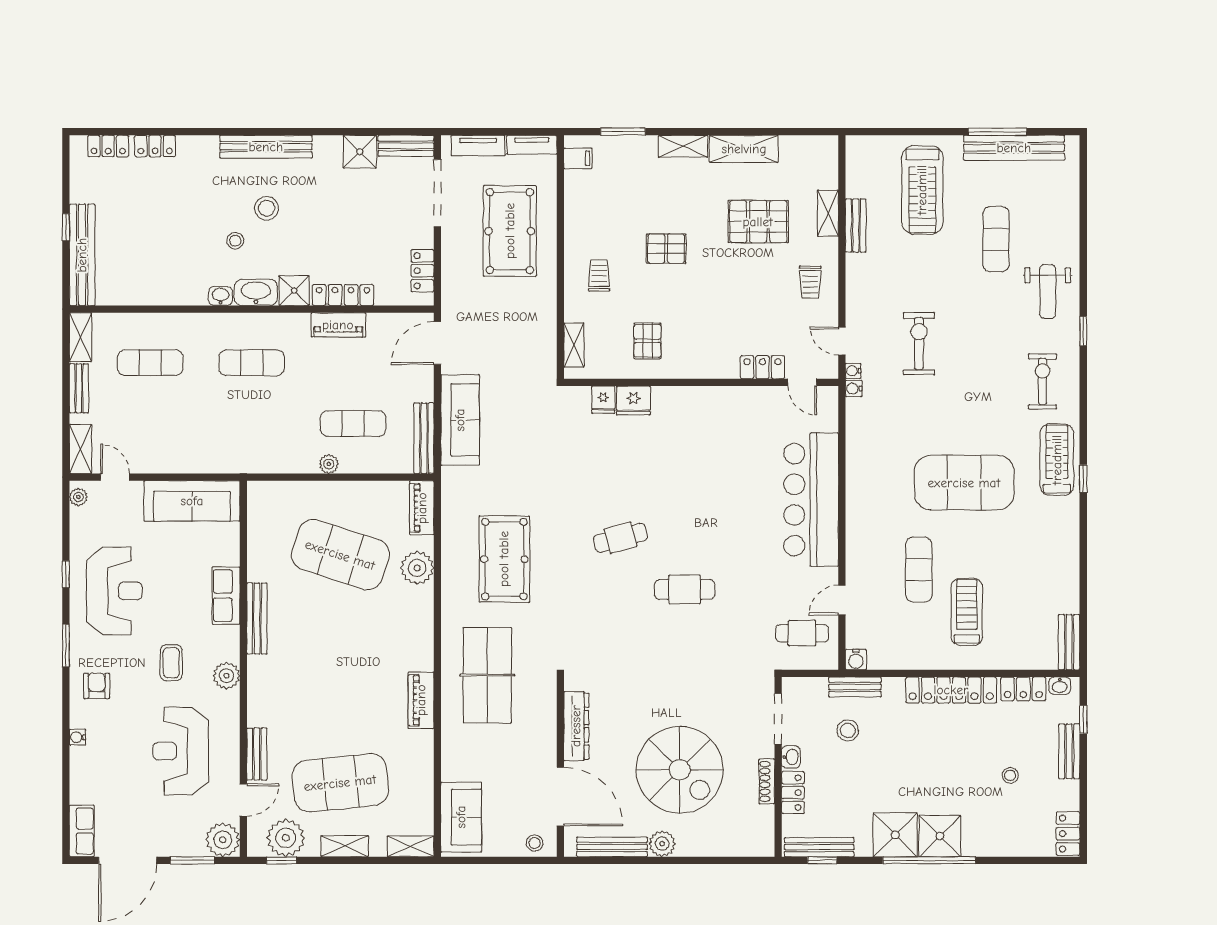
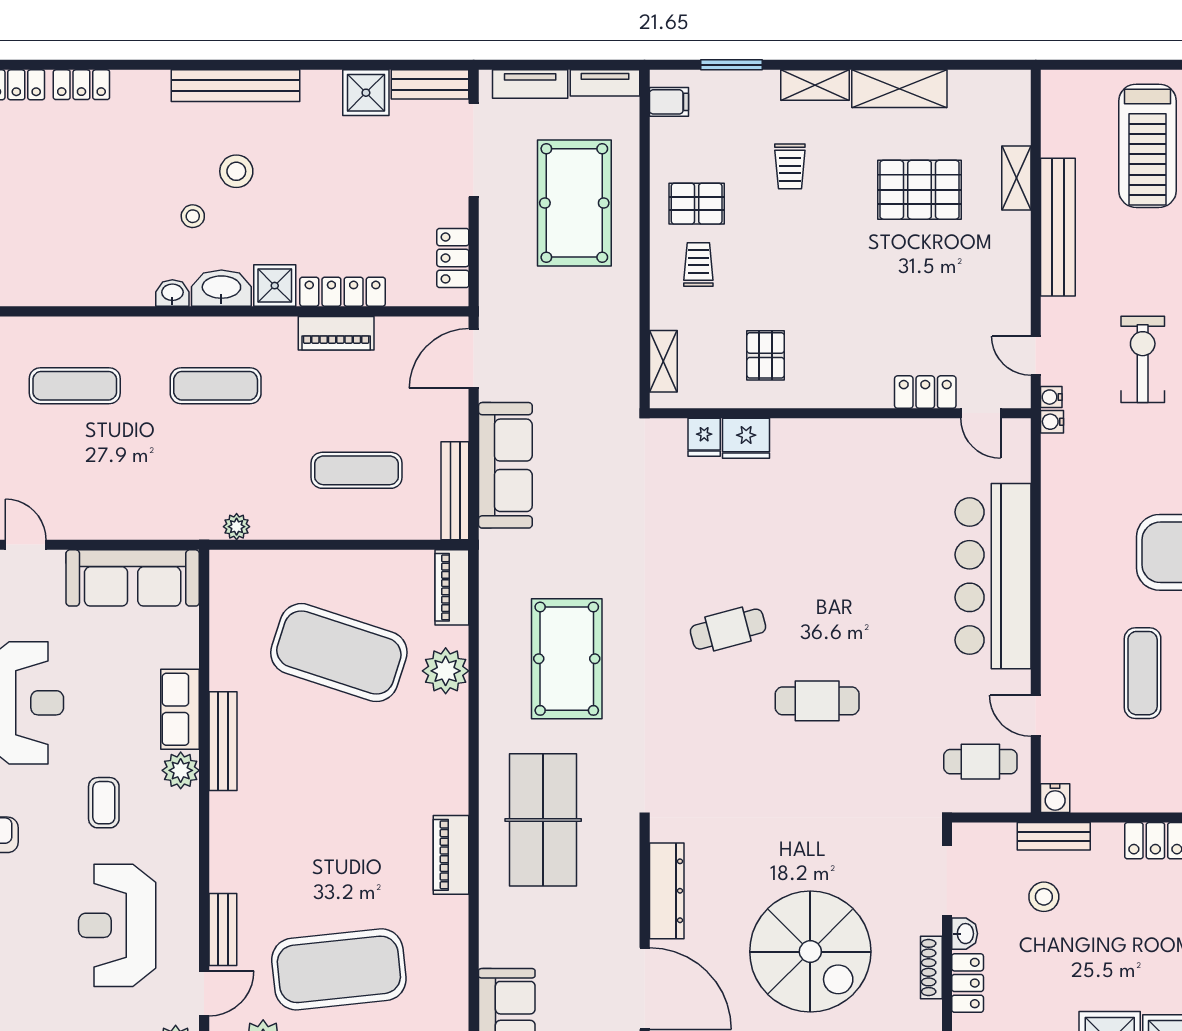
bench: (856, 226) -> (1058, 227), width x1.86, depth x1.21
pallet: (666, 249) -> (697, 204), moved
trolley: (810, 282) -> (790, 166), moved
plant: (329, 464) -> (237, 527), moved
door: (842, 600) -> (1036, 716), hinge flipped
plant: (226, 676) -> (181, 770), moved

